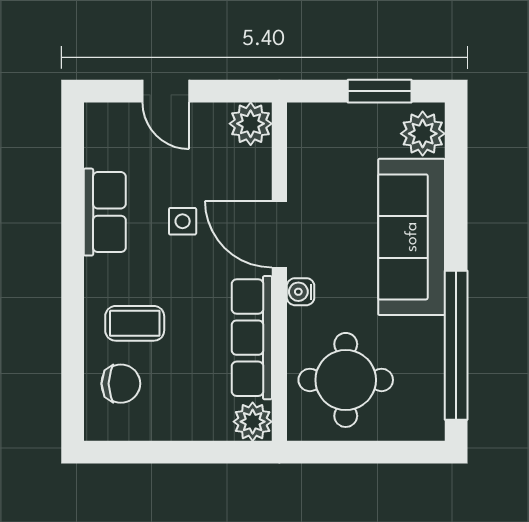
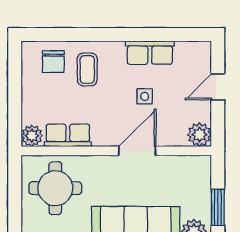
water cooler: (301, 292) -> (105, 163), removed
row of seats: (252, 338) -> (68, 135), width x0.68

